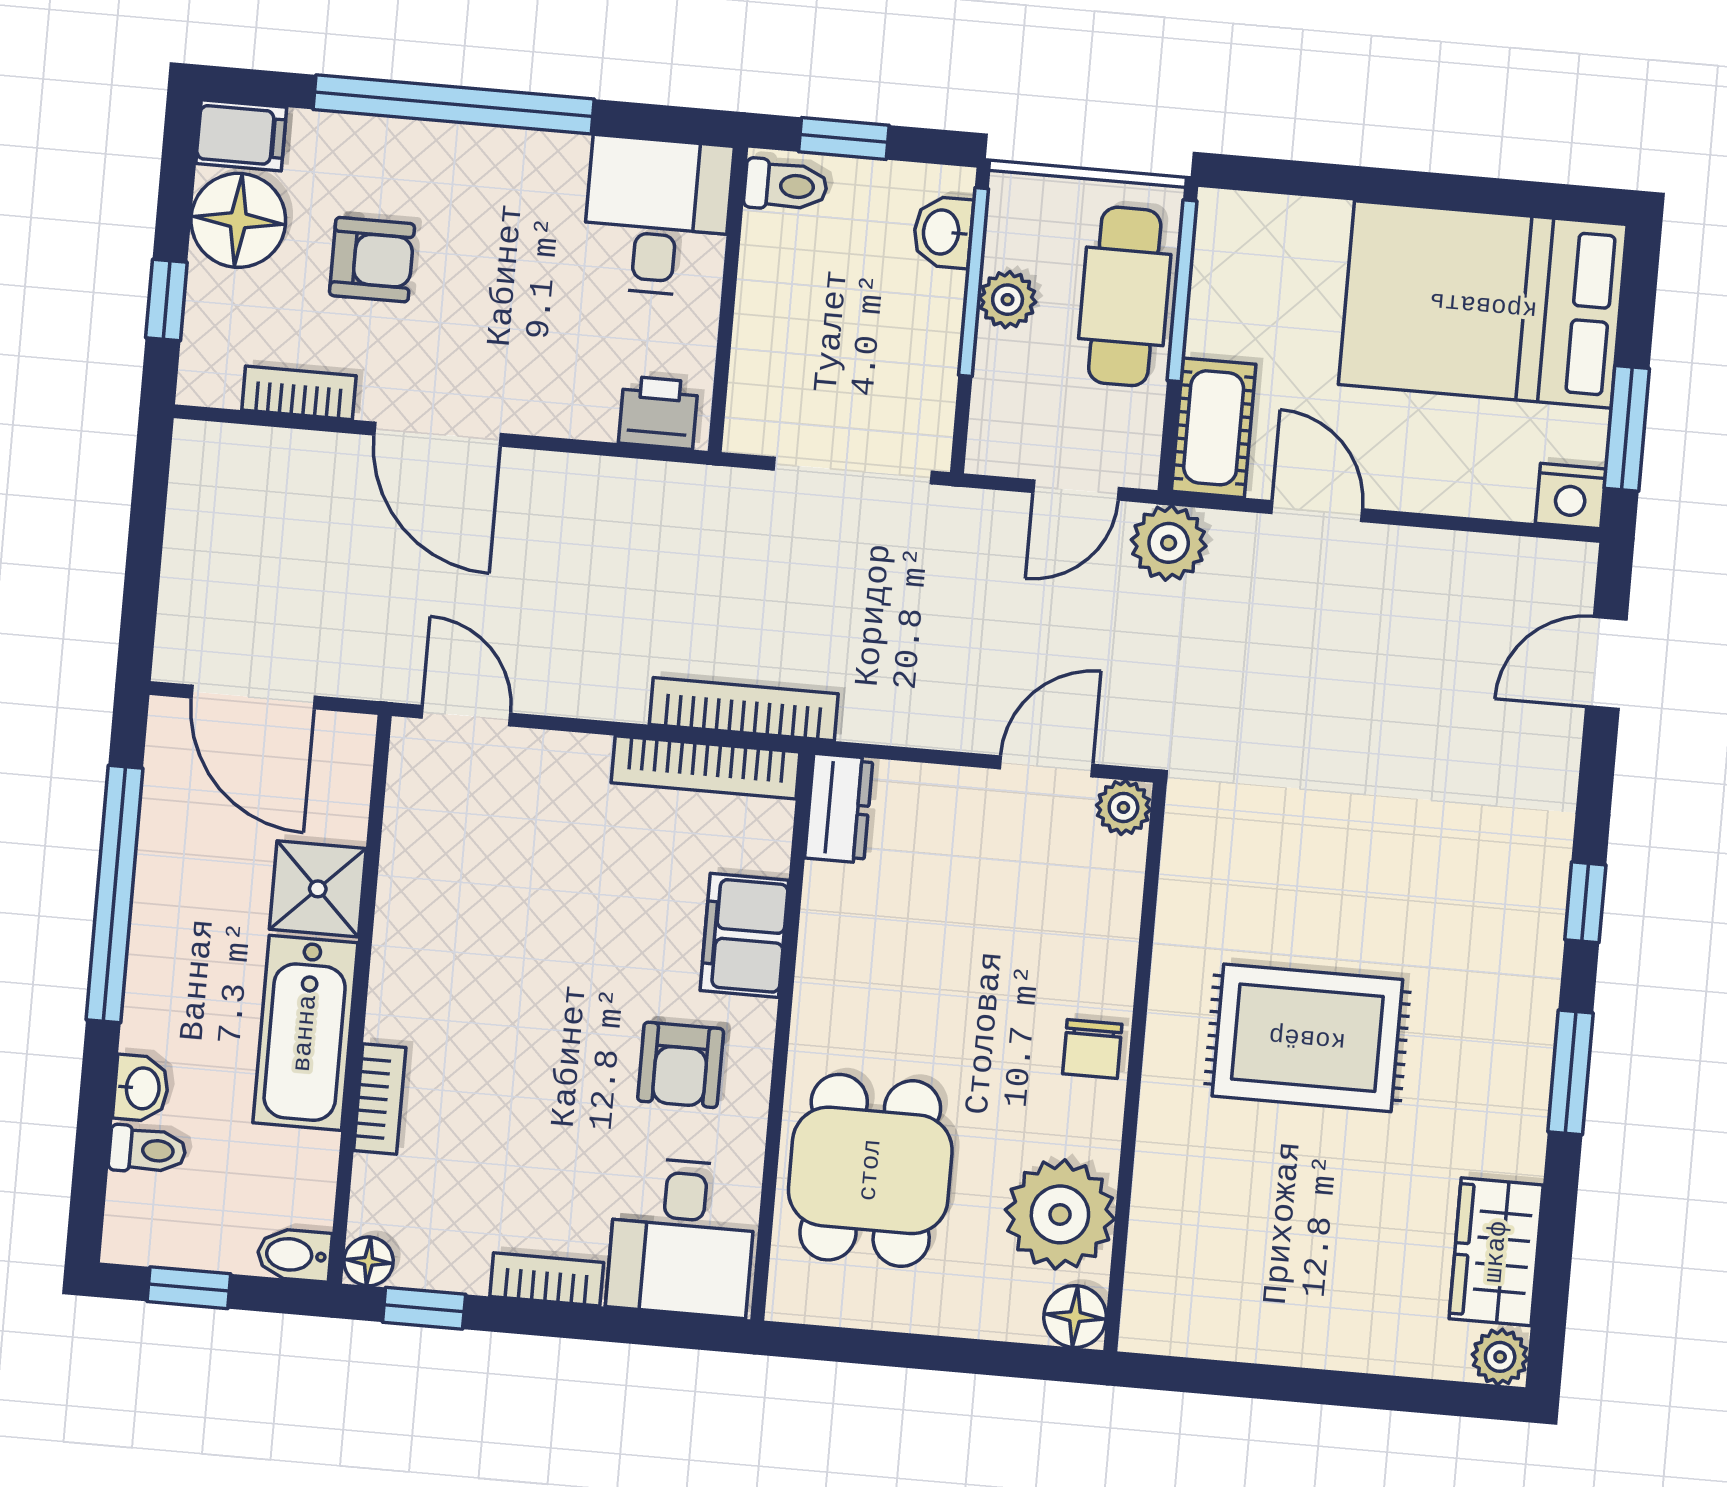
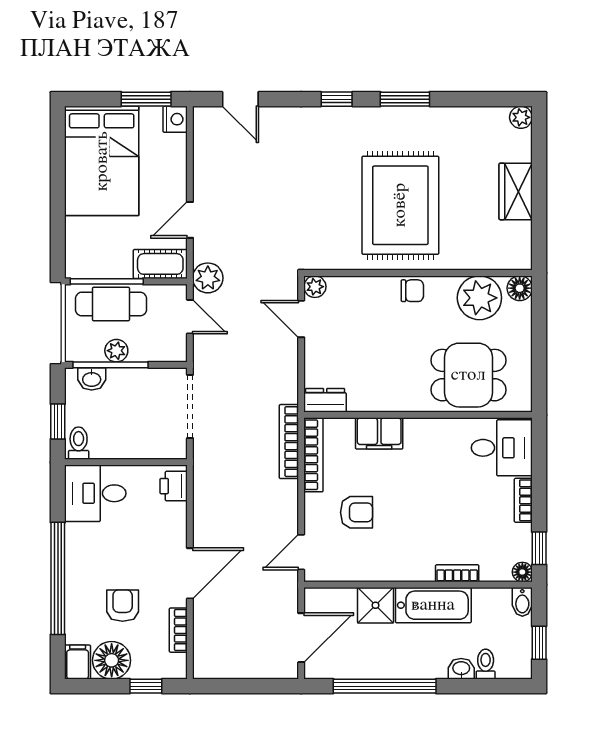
rug: (1307, 1038) -> (400, 205), width x1.37, depth x1.44
armchair: (681, 1065) -> (357, 512), moved
wardrobe: (1496, 1252) -> (516, 191), moved, turned 90

